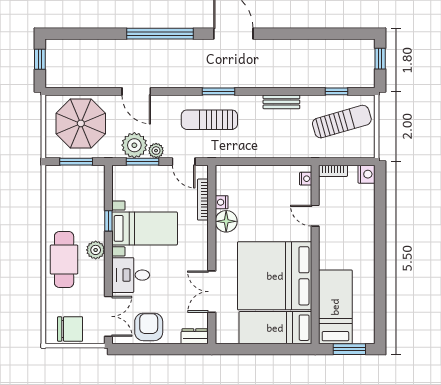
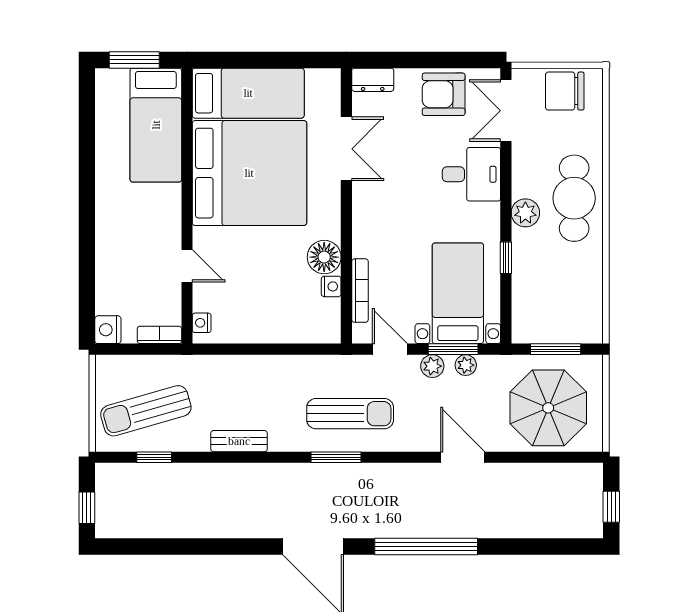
plant: (134, 145) -> (466, 365), width x0.53, depth x0.53
bed with nightstands: (145, 228) -> (458, 293), moved, turned 90
armchair: (149, 327) -> (444, 94), turned 90

